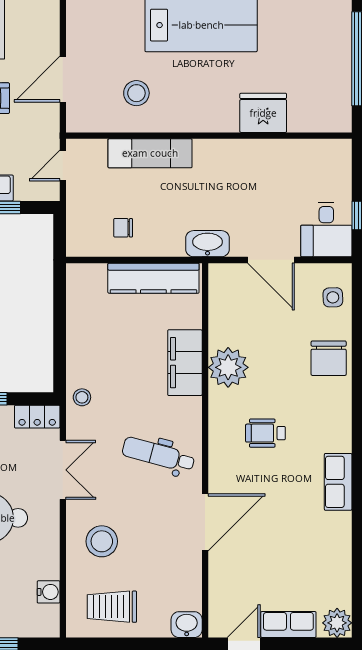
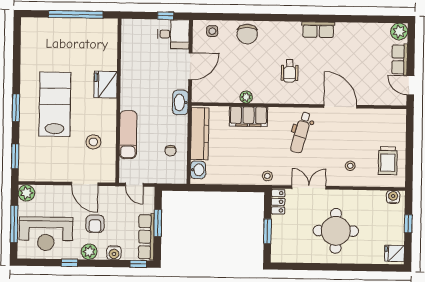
fridge: (263, 113) -> (106, 84), moved
chair: (329, 358) -> (247, 34), turned 90
plant: (228, 367) -> (246, 97), width x0.53, depth x0.53
stool: (102, 541) -> (350, 166), width x0.53, depth x0.53
water cooler: (49, 592) -> (393, 197), moved
washbasin: (187, 625) -> (198, 170), moved, turned 180

